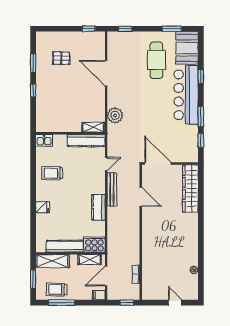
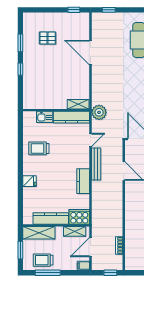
plant: (115, 115) -> (99, 112), moved
kitchen sink: (44, 140) -> (45, 117), moved

